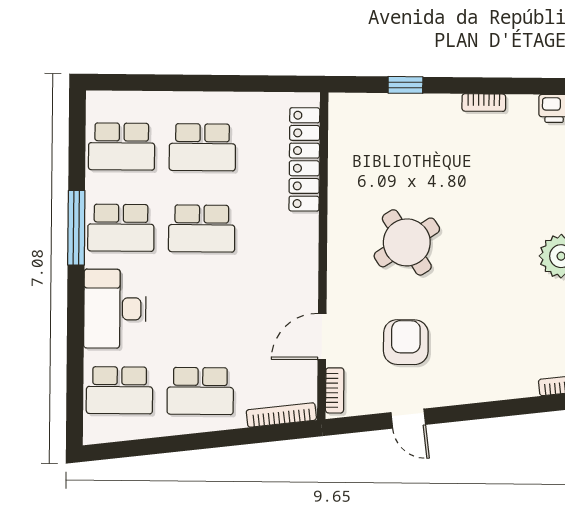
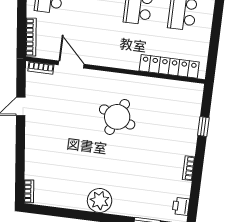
round table: (407, 242) -> (117, 117), turned -34
armchair: (406, 342) -> (63, 110), removed

